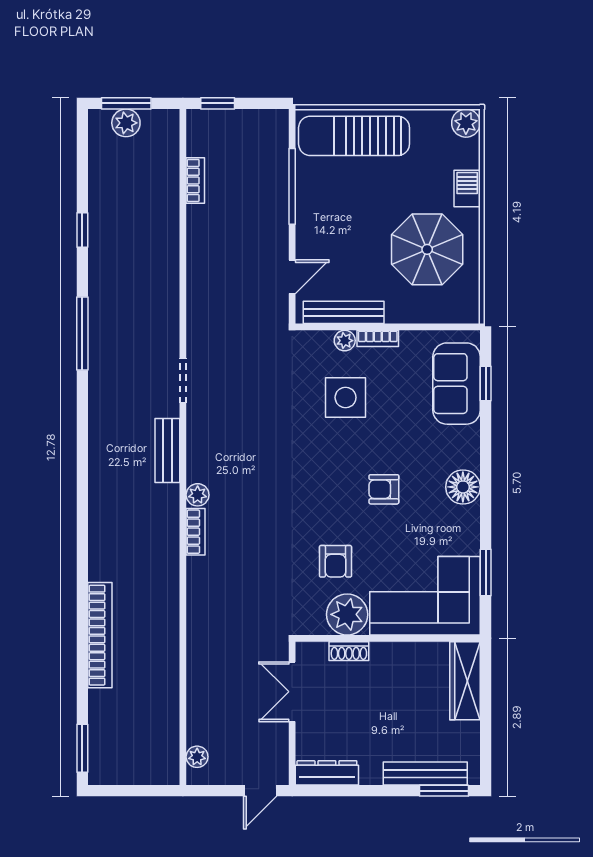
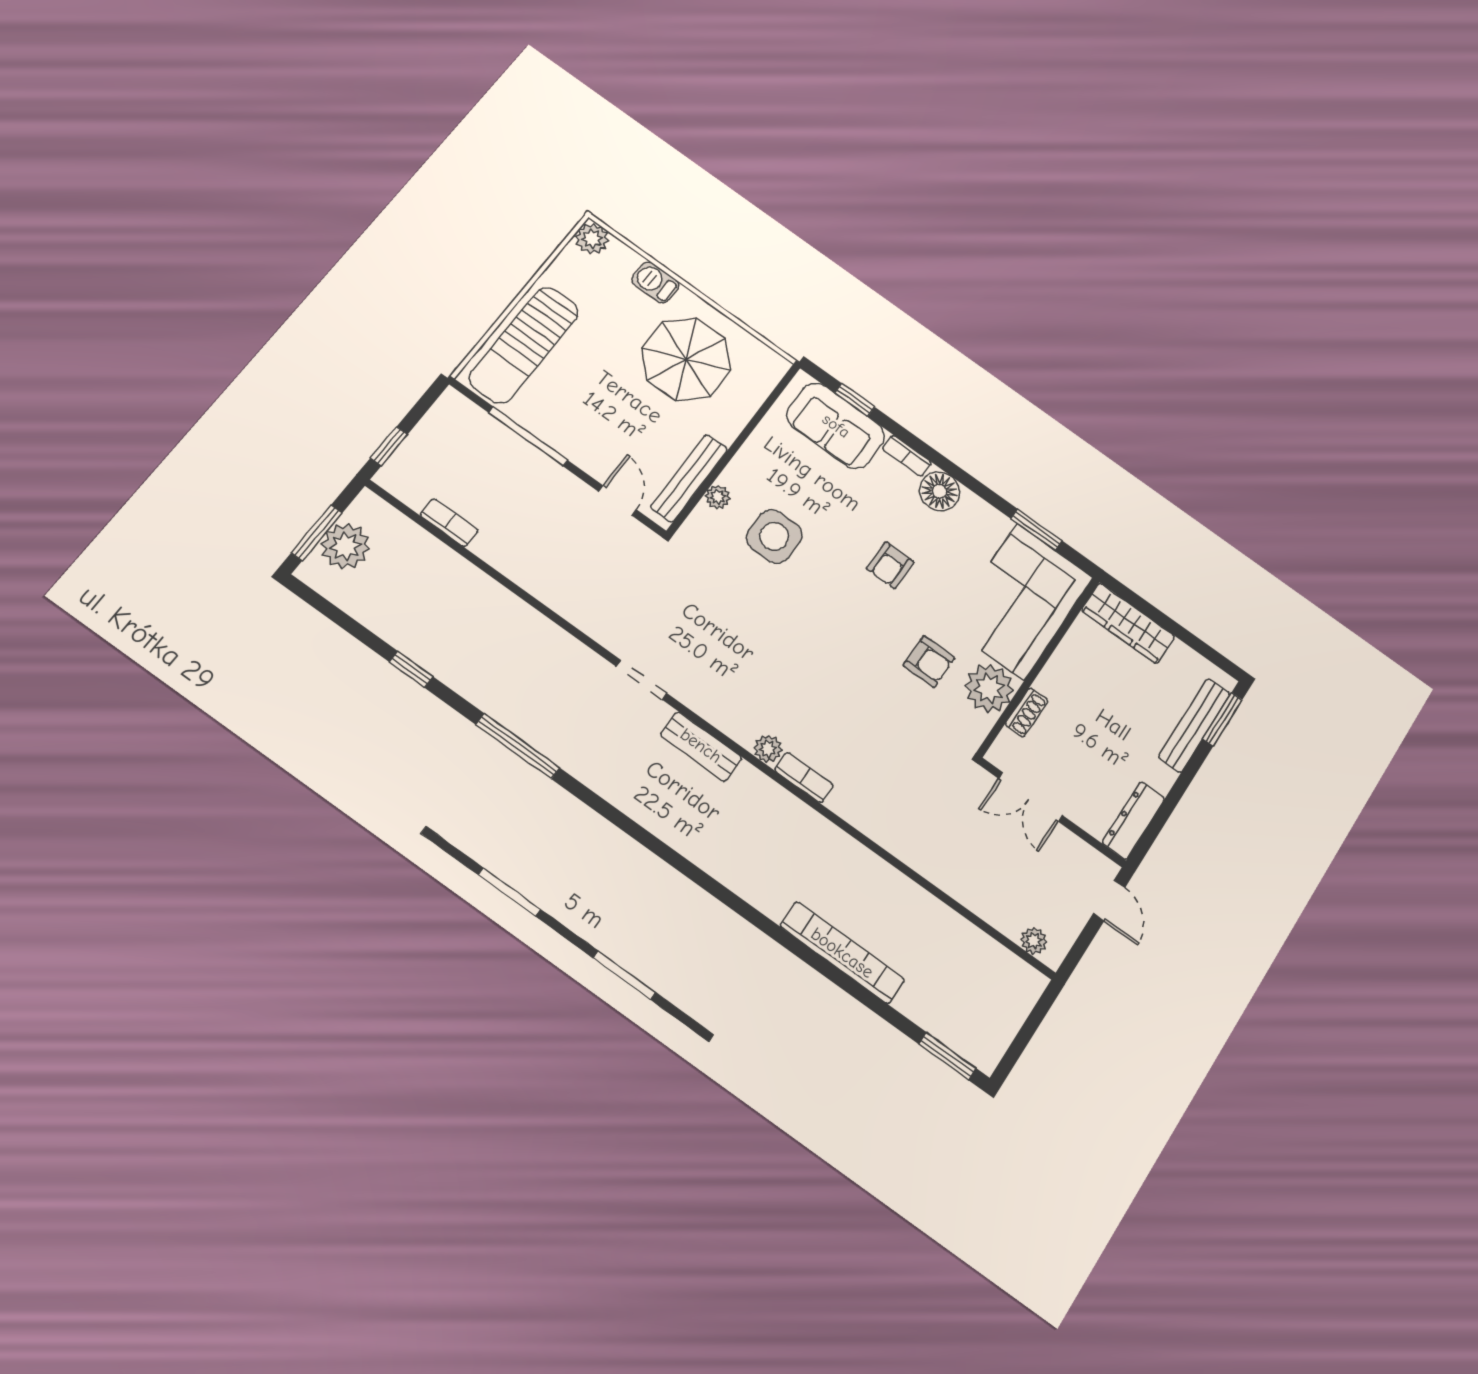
plant: (126, 123) -> (346, 546), width x1.36, depth x1.36
bookcase: (378, 338) -> (907, 456), moved, turned 90

